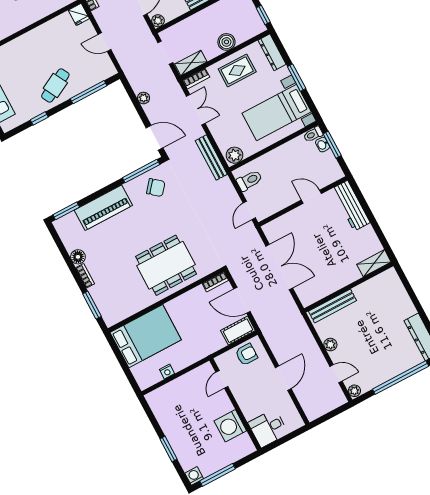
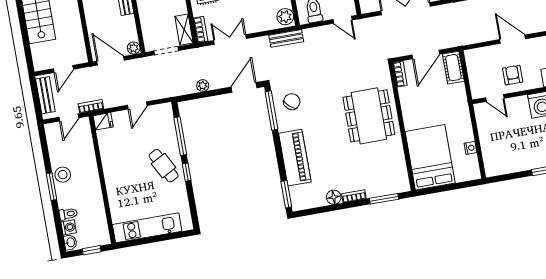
window: (39, 118) -> (187, 172), moved
bench: (211, 157) -> (286, 38), width x0.73
armchair: (246, 354) -> (513, 75), moved

